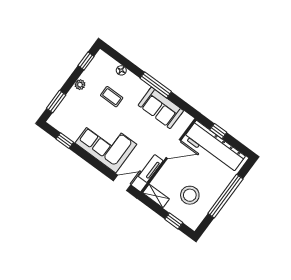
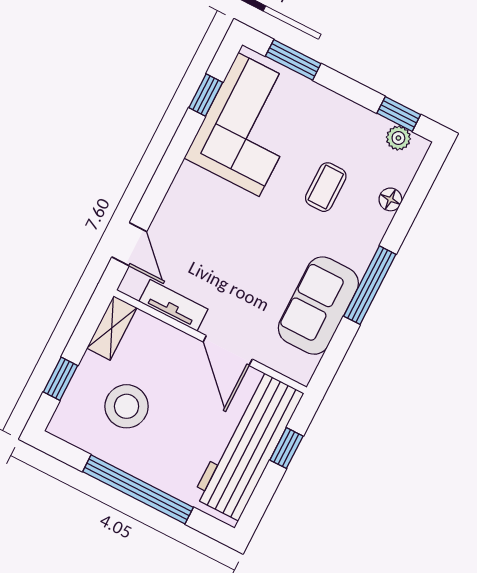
plant: (80, 85) -> (398, 138), moved
corner sofa: (106, 144) -> (249, 125), moved

